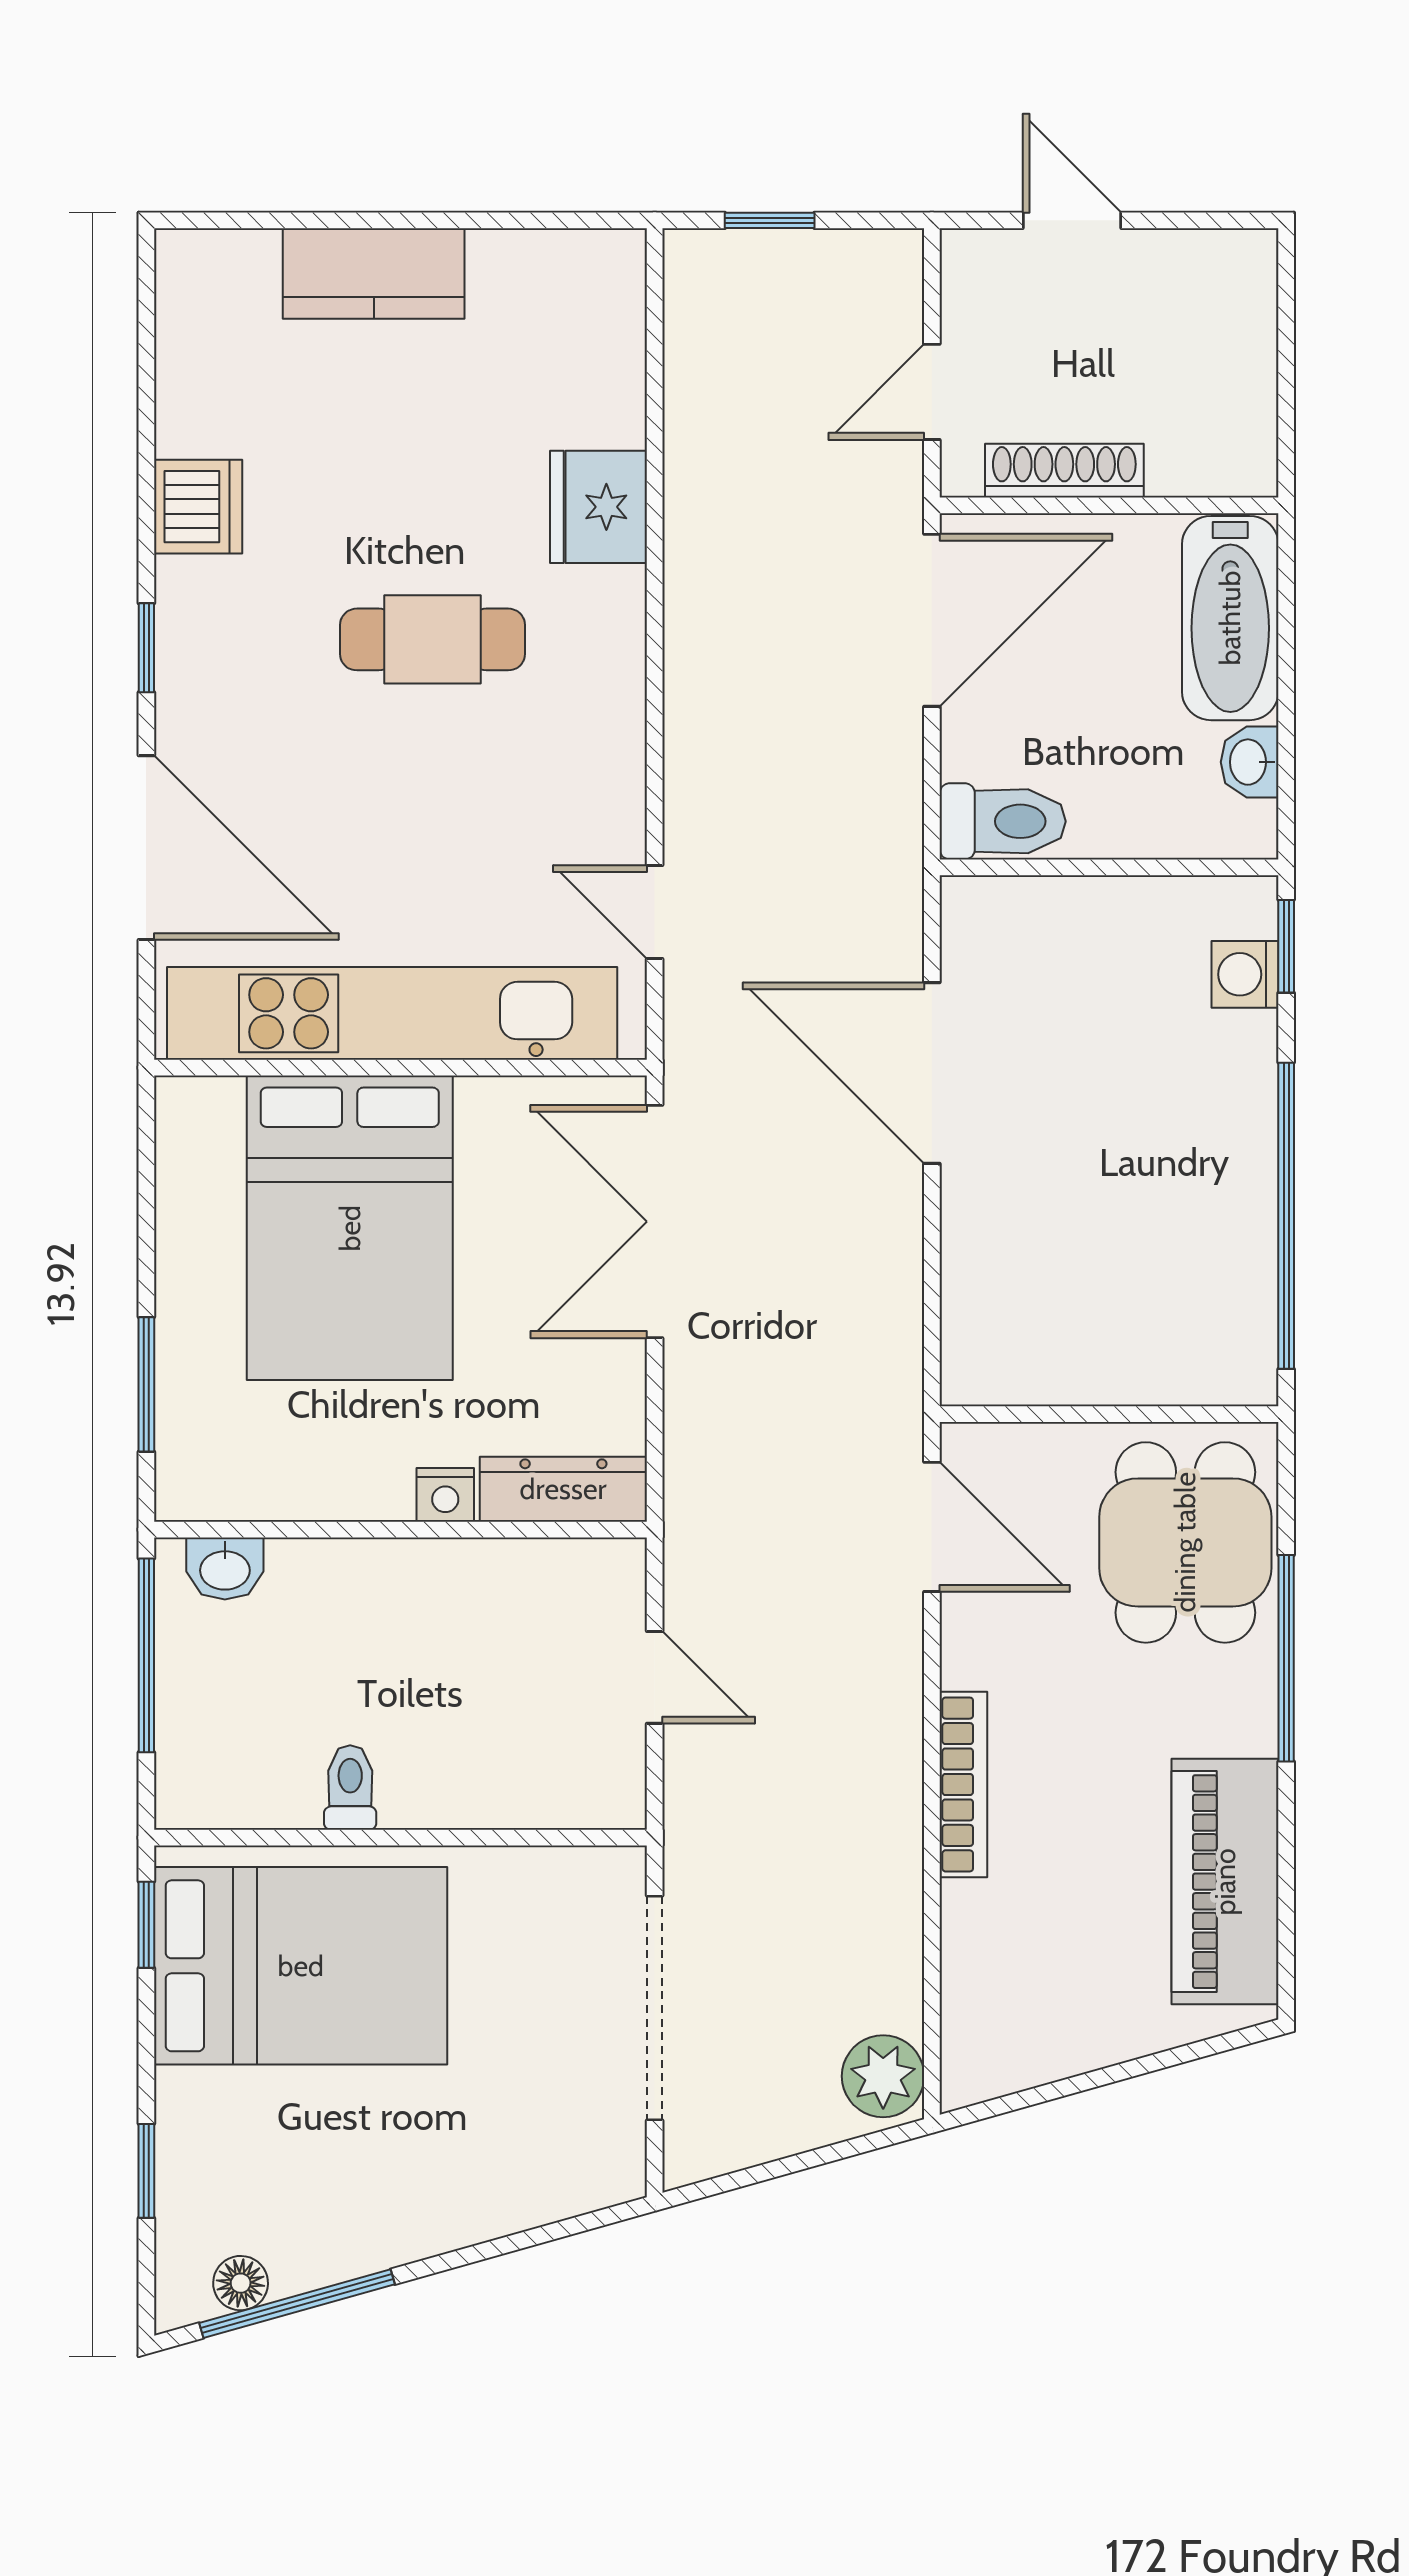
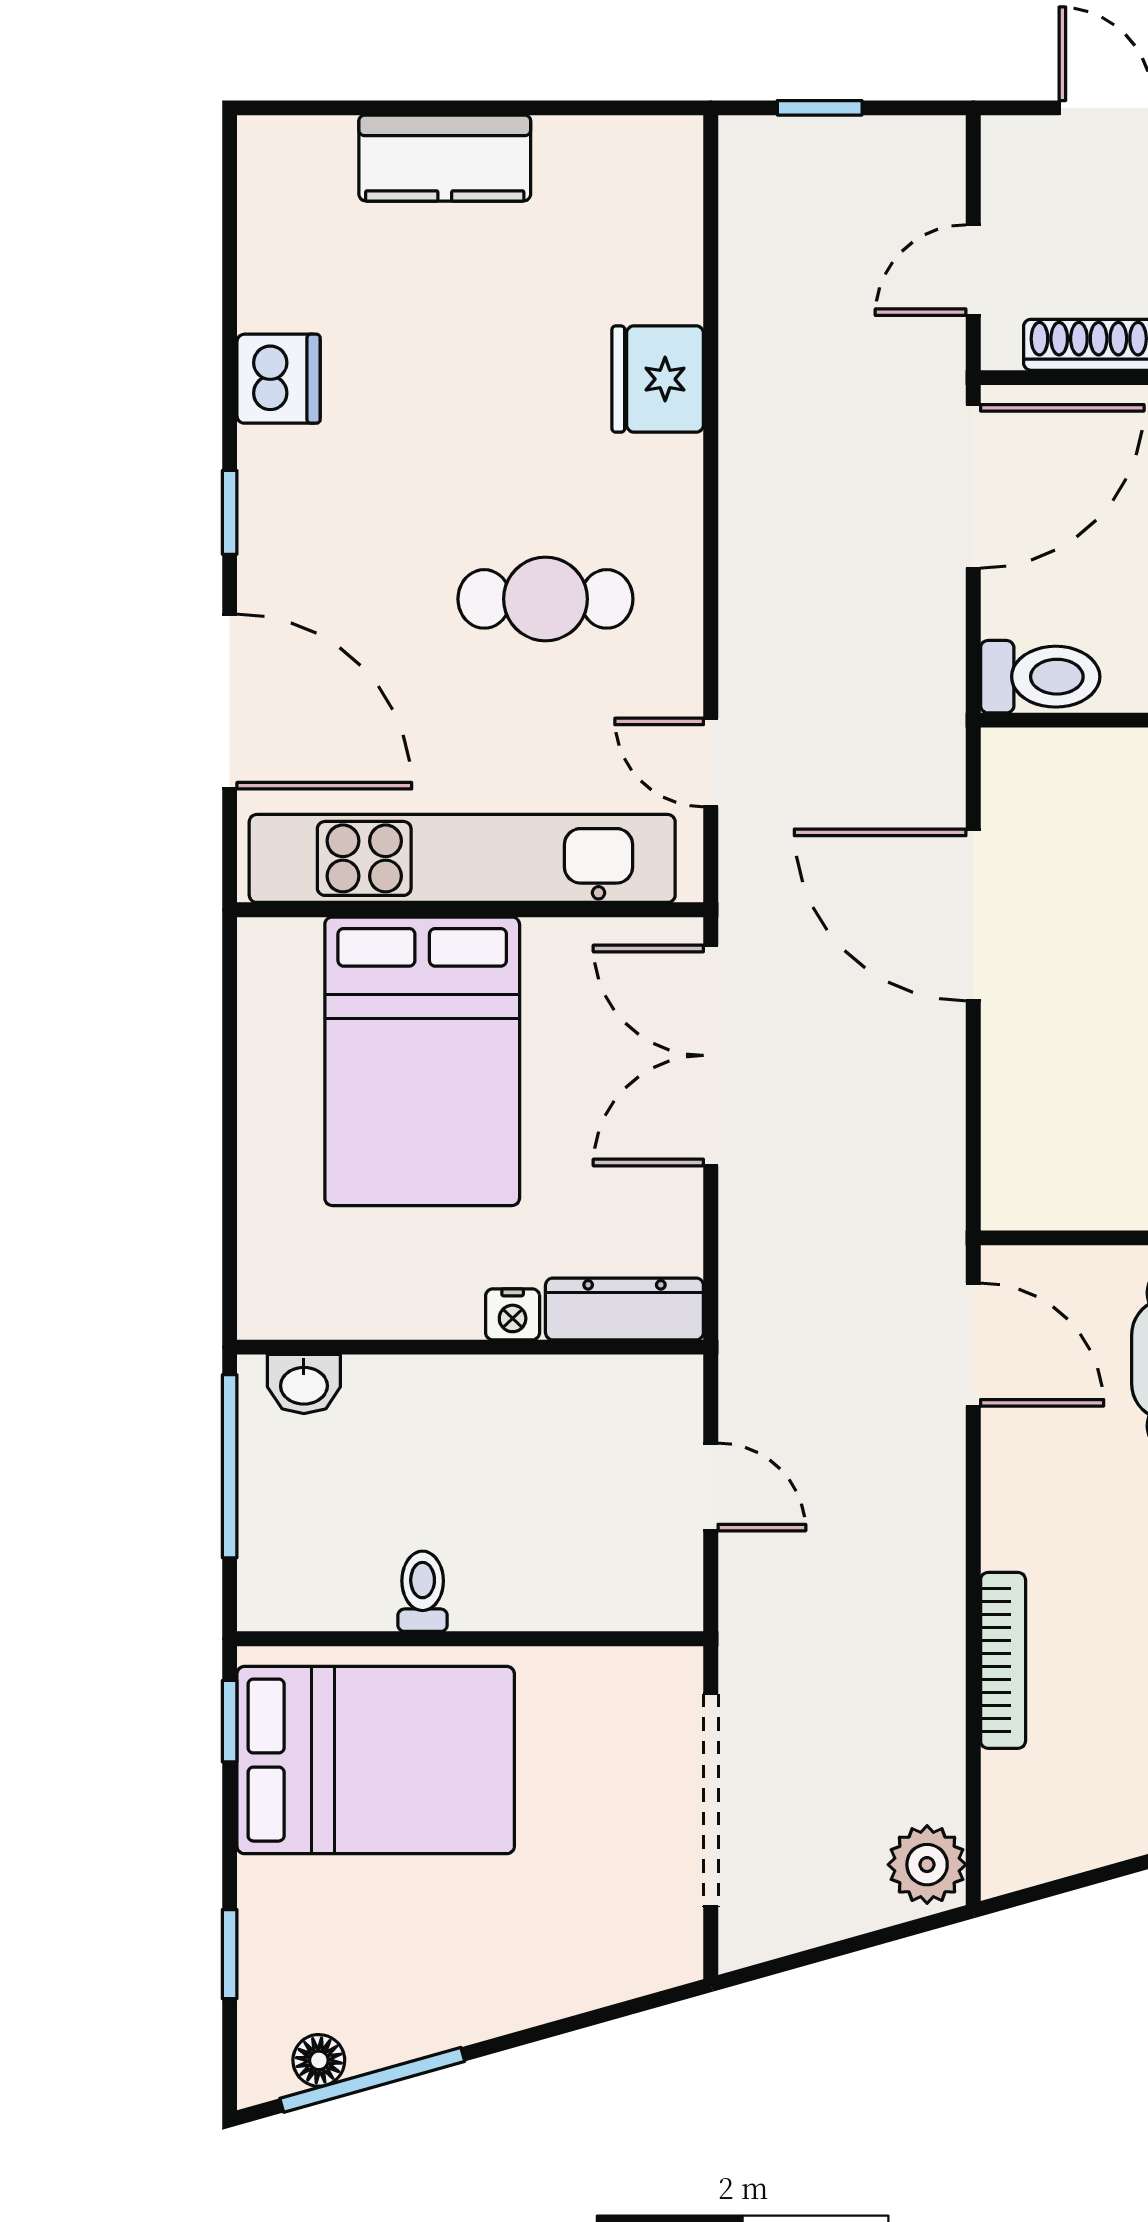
cafe table: (433, 639) -> (545, 599), moved
window: (146, 1384) -> (230, 1210), removed
bookcase: (963, 1784) -> (1003, 1660), moved

